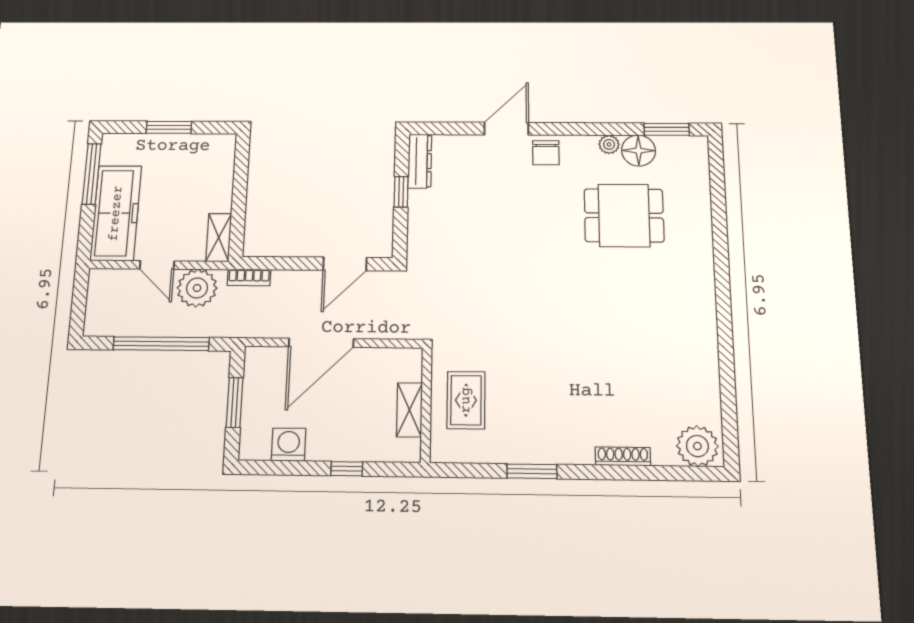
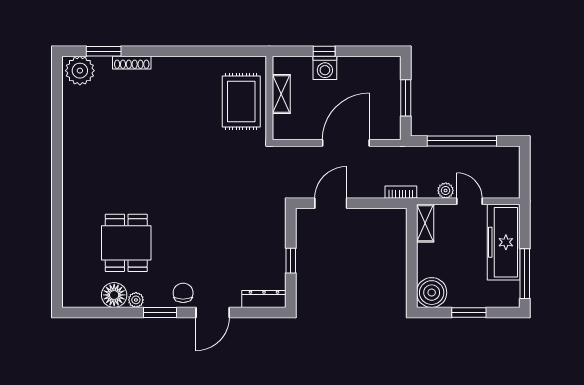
window: (667, 129) -> (160, 312), moved
boiler: (216, 152) -> (432, 293), added
dresser: (420, 161) -> (264, 299), moved, turned 90
dining table: (624, 215) -> (126, 243), turned 90
plant: (197, 288) -> (446, 191), width x0.53, depth x0.53
rug: (466, 400) -> (241, 102), width x1.36, depth x1.43
washing machine: (289, 445) -> (325, 68), moved
window: (532, 471) -> (104, 51), moved

